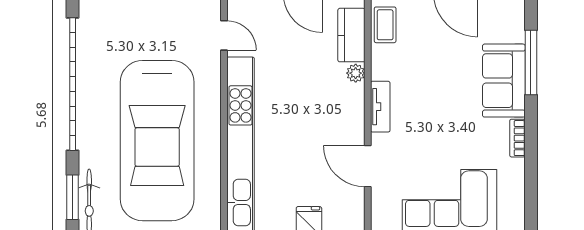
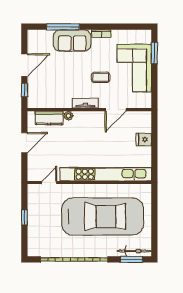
coffee table: (385, 25) -> (101, 77), moved

